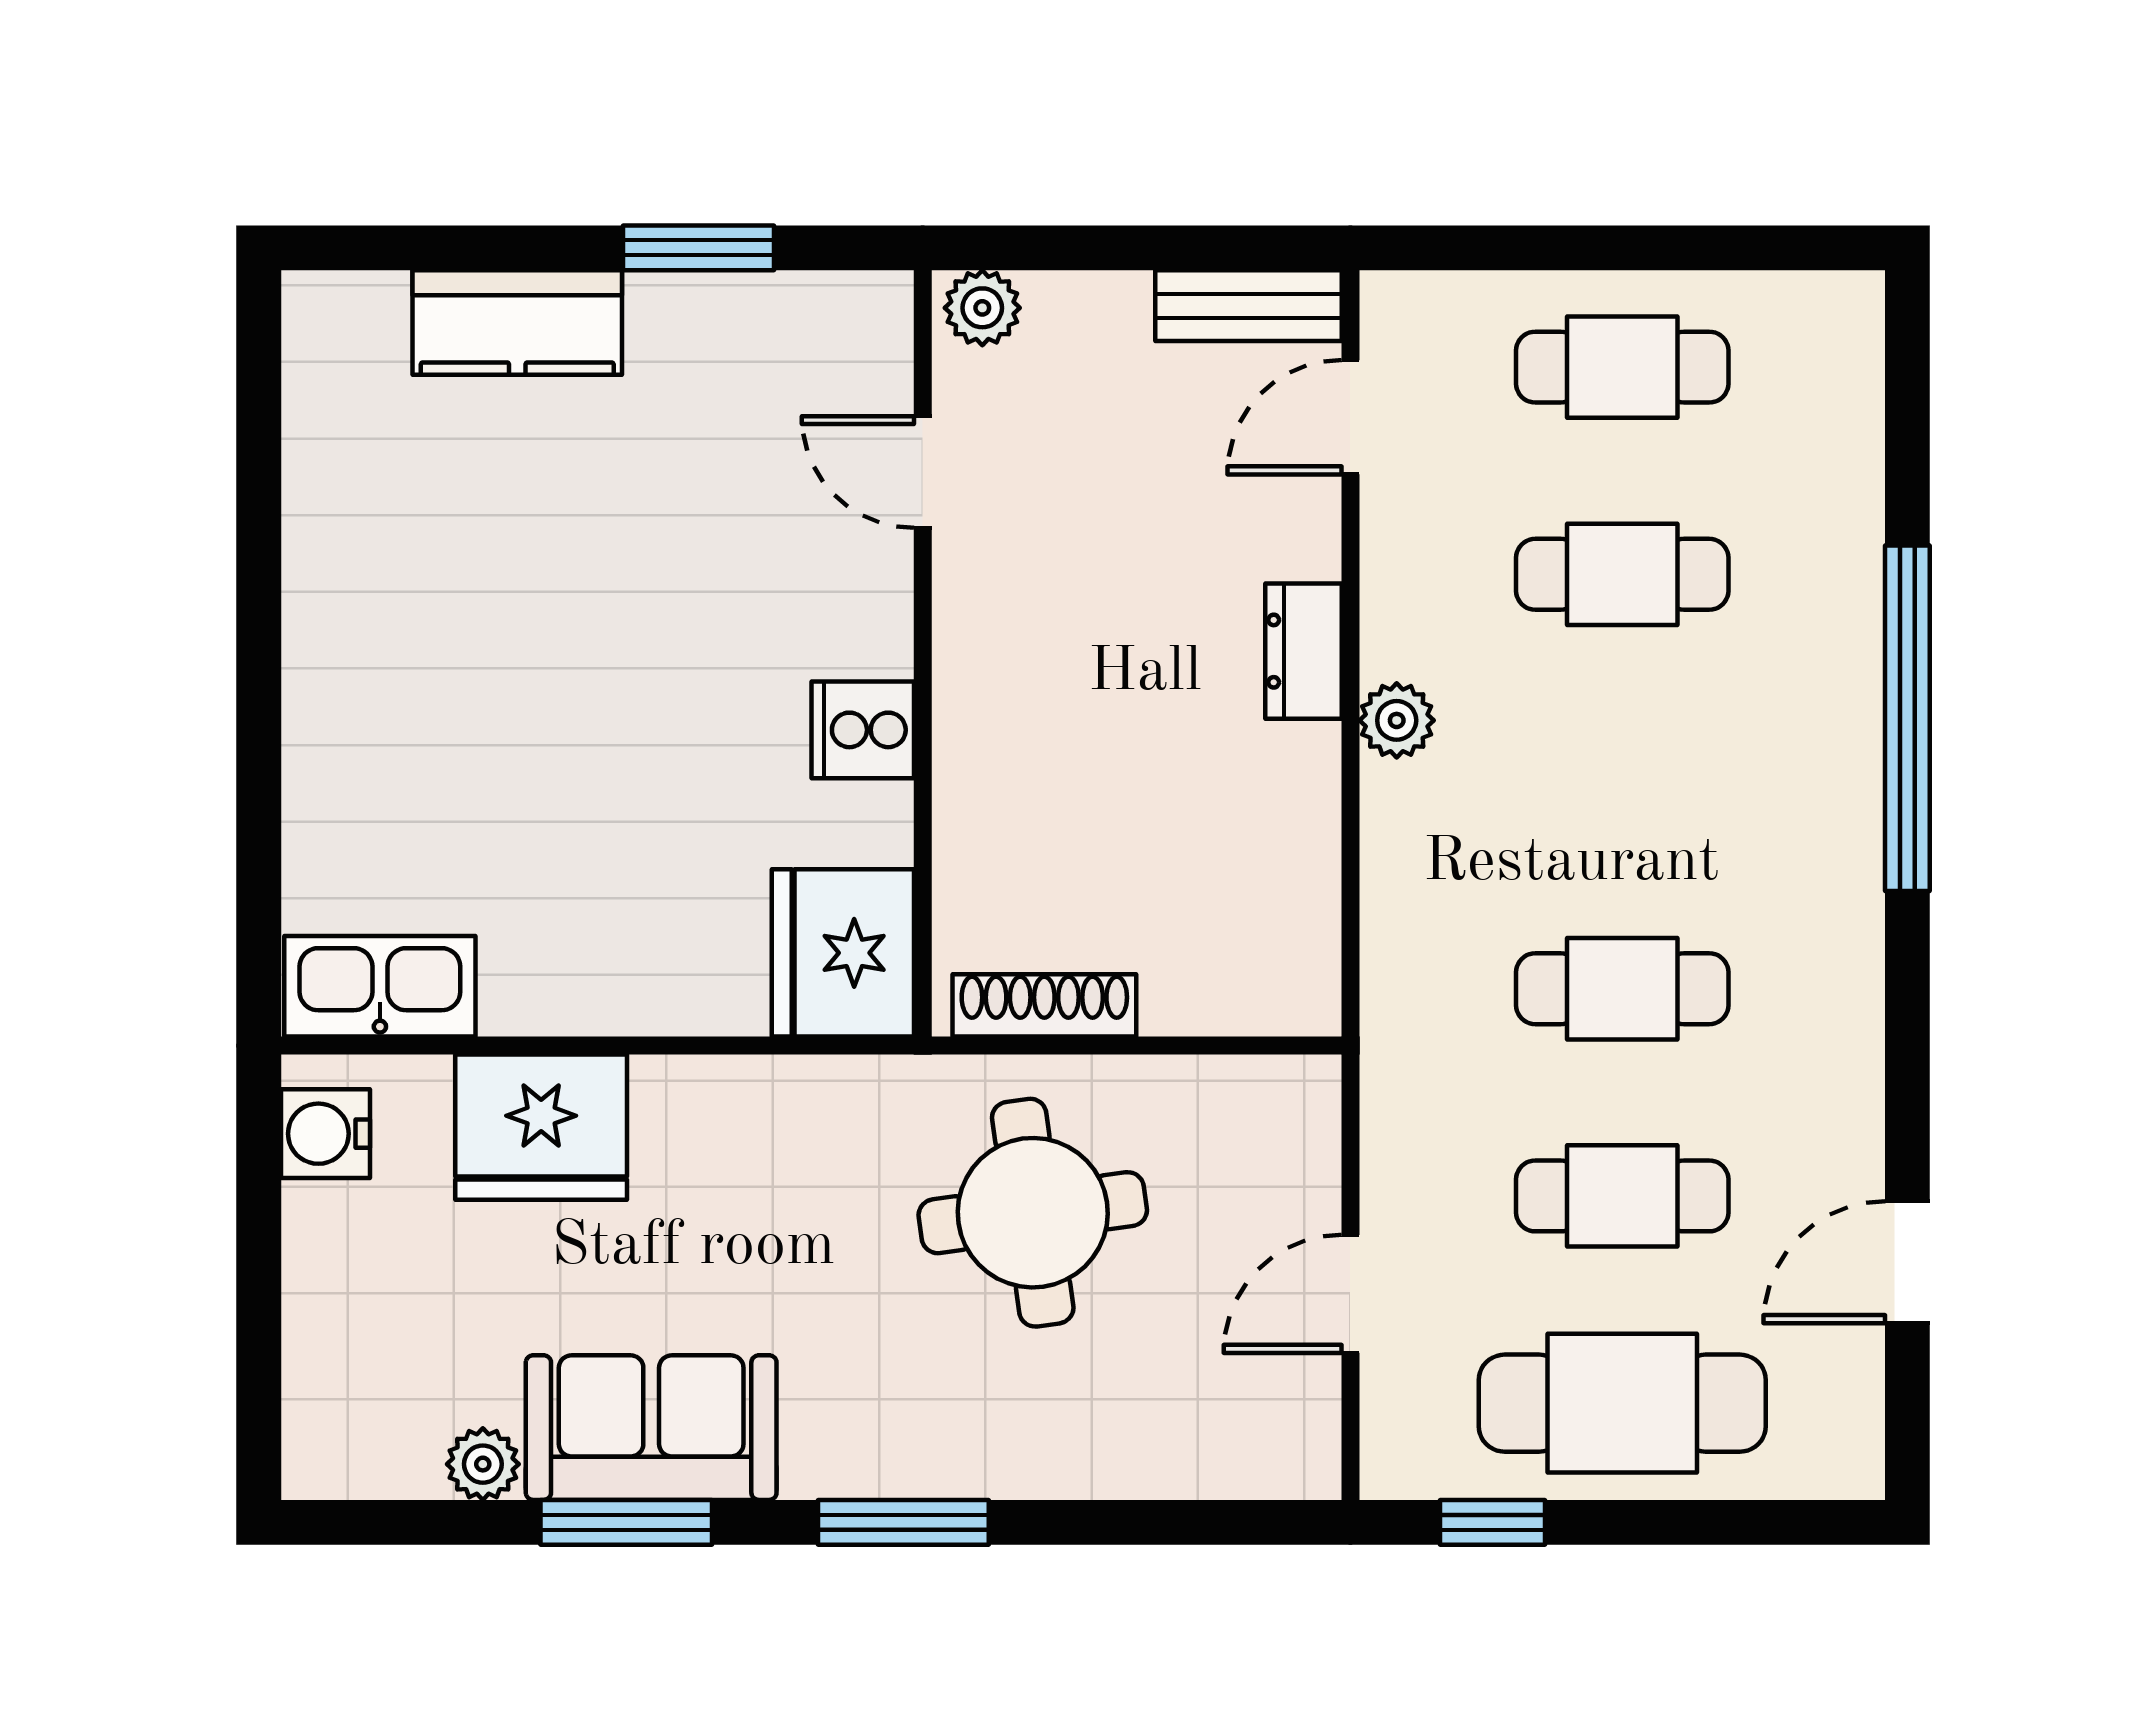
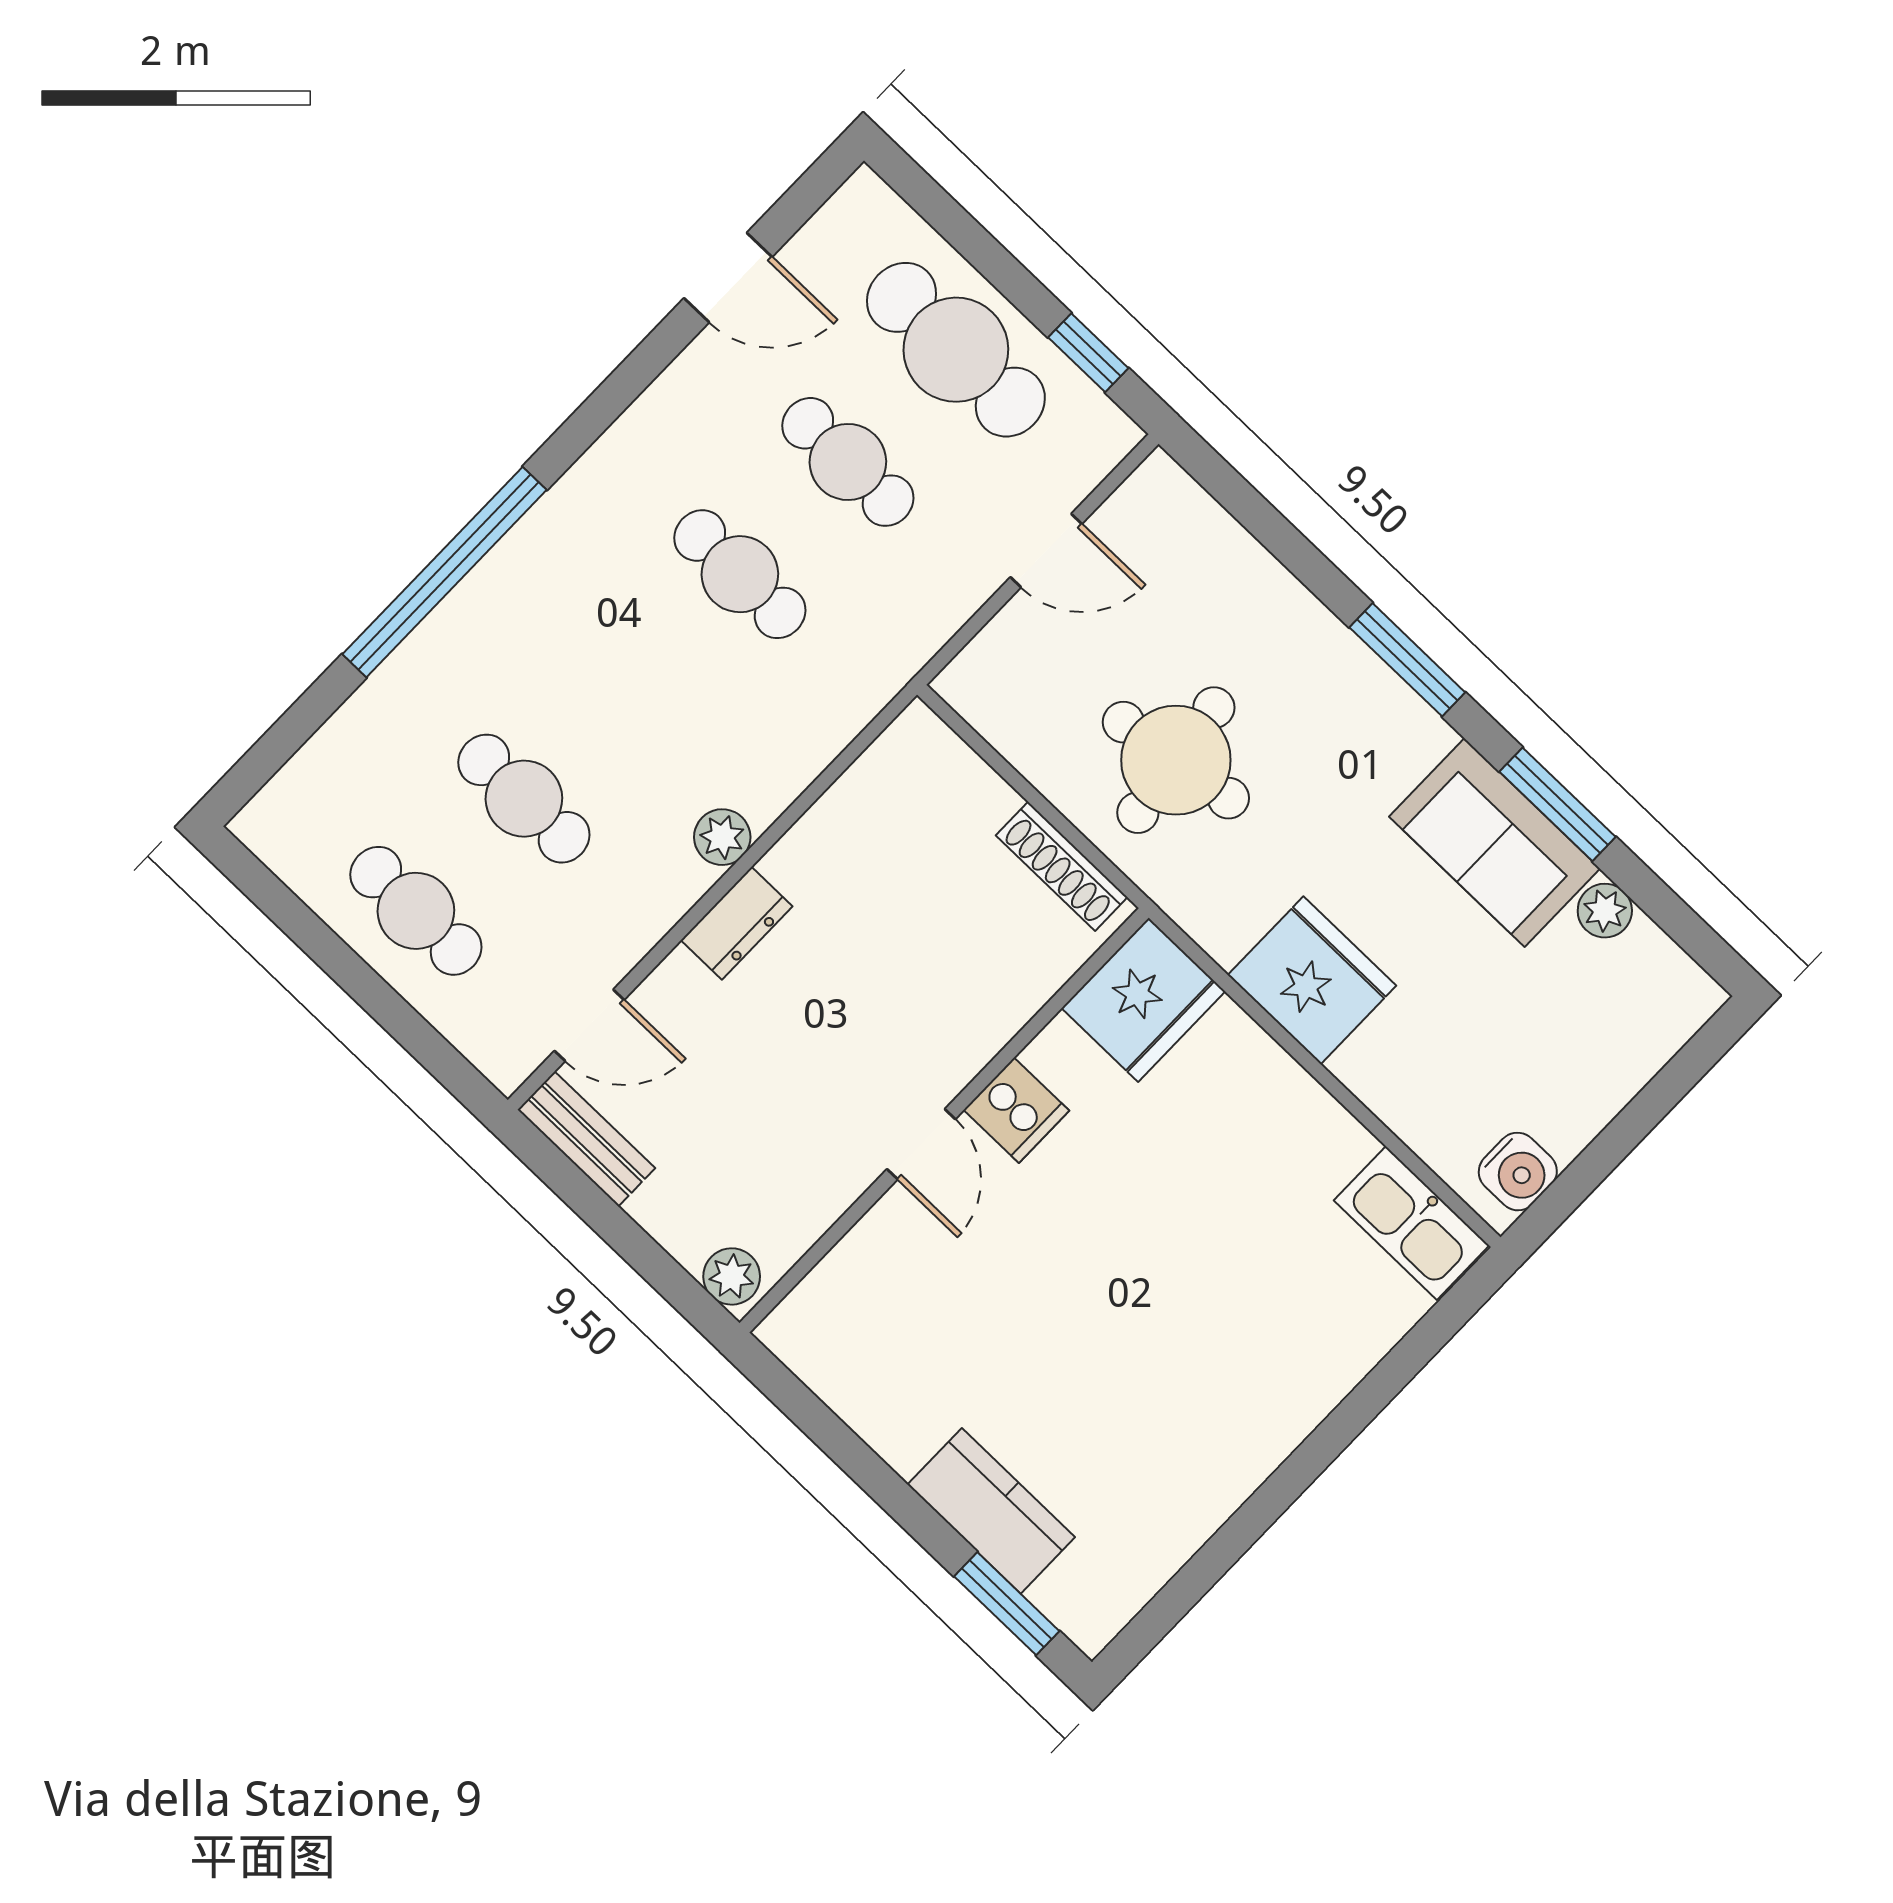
window: (699, 248) -> (1007, 1604), moved
door: (923, 472) -> (921, 1144), moved
fridge: (541, 1127) -> (1312, 980), moved

